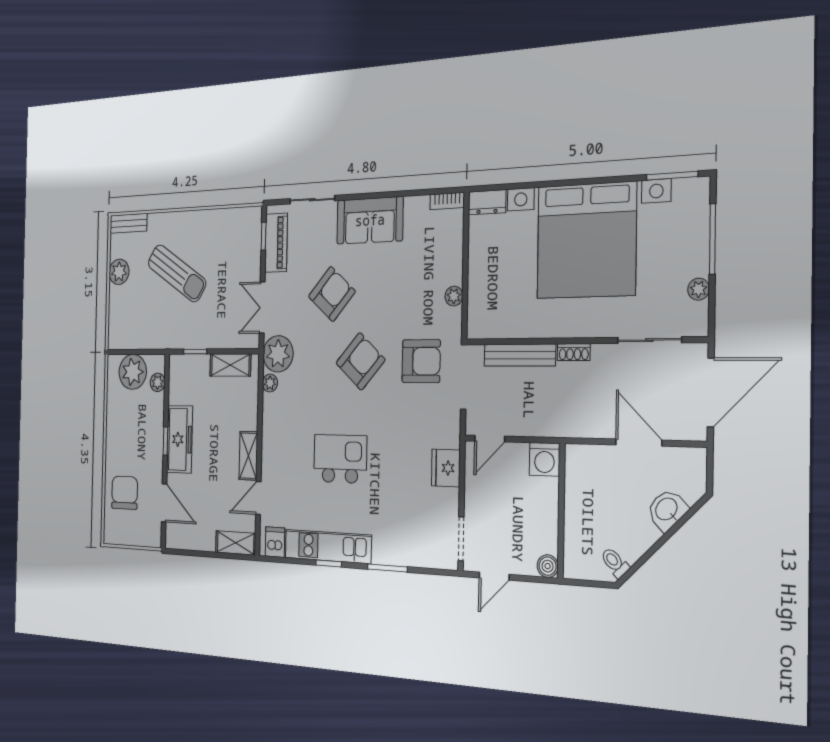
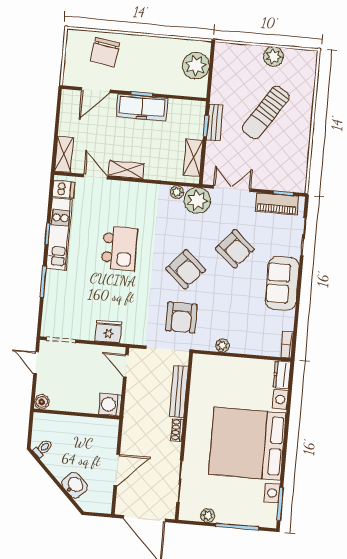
bench: (128, 223) -> (215, 123), moved
plant: (158, 382) -> (186, 89), removed
chair: (125, 493) -> (105, 52), turned 98

